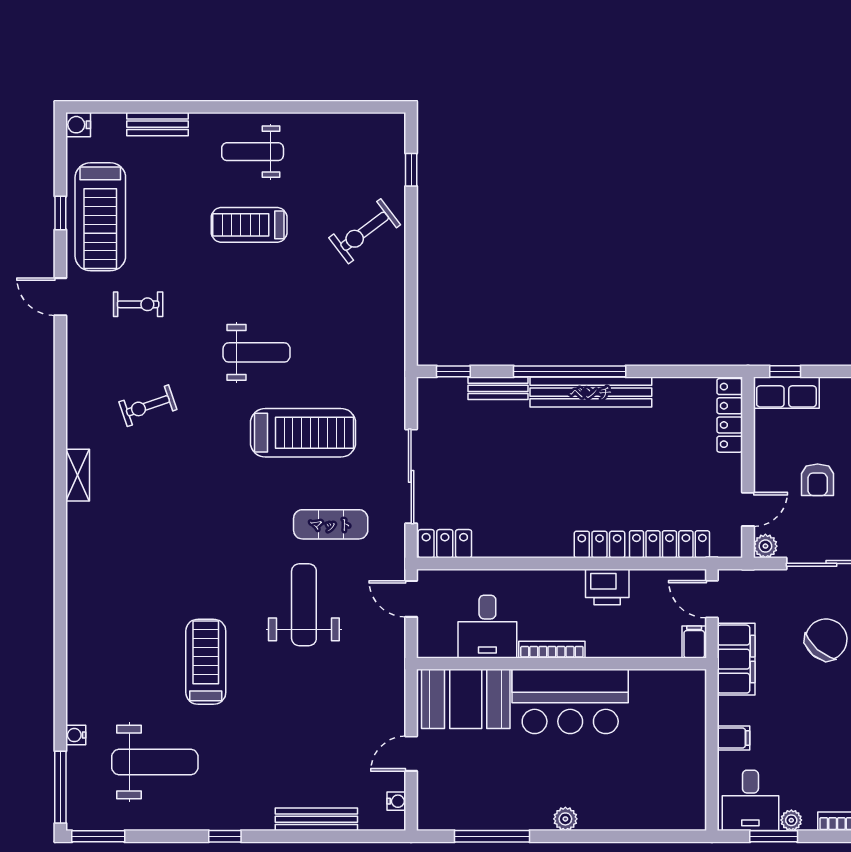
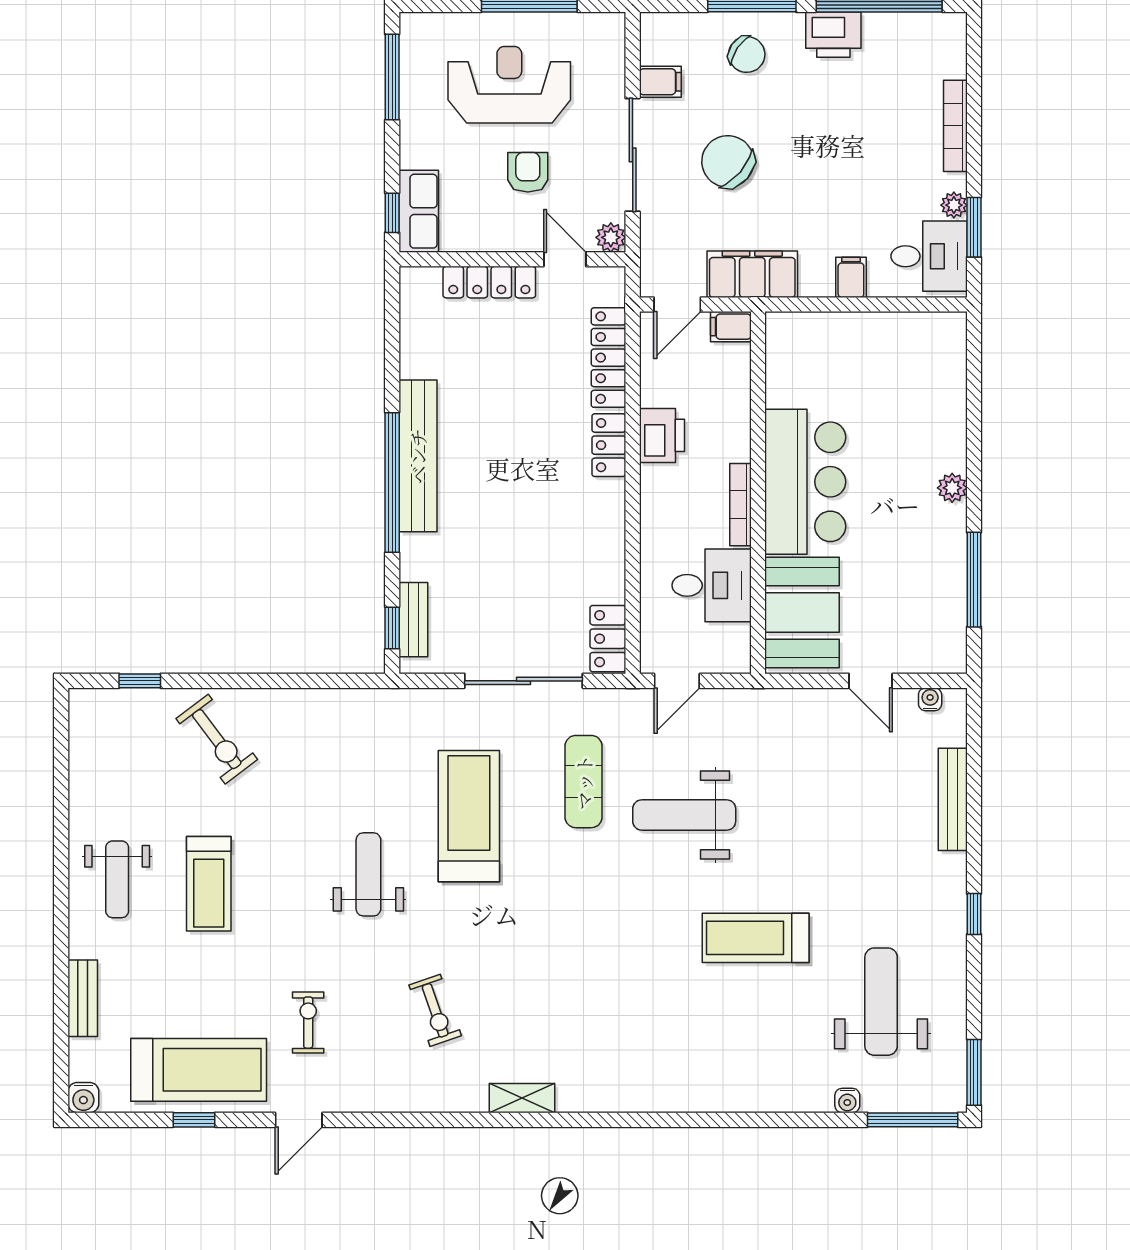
bench: (498, 388) -> (413, 620), moved
locker: (730, 415) -> (489, 282), moved
armchair: (818, 480) -> (528, 172), turned -90

